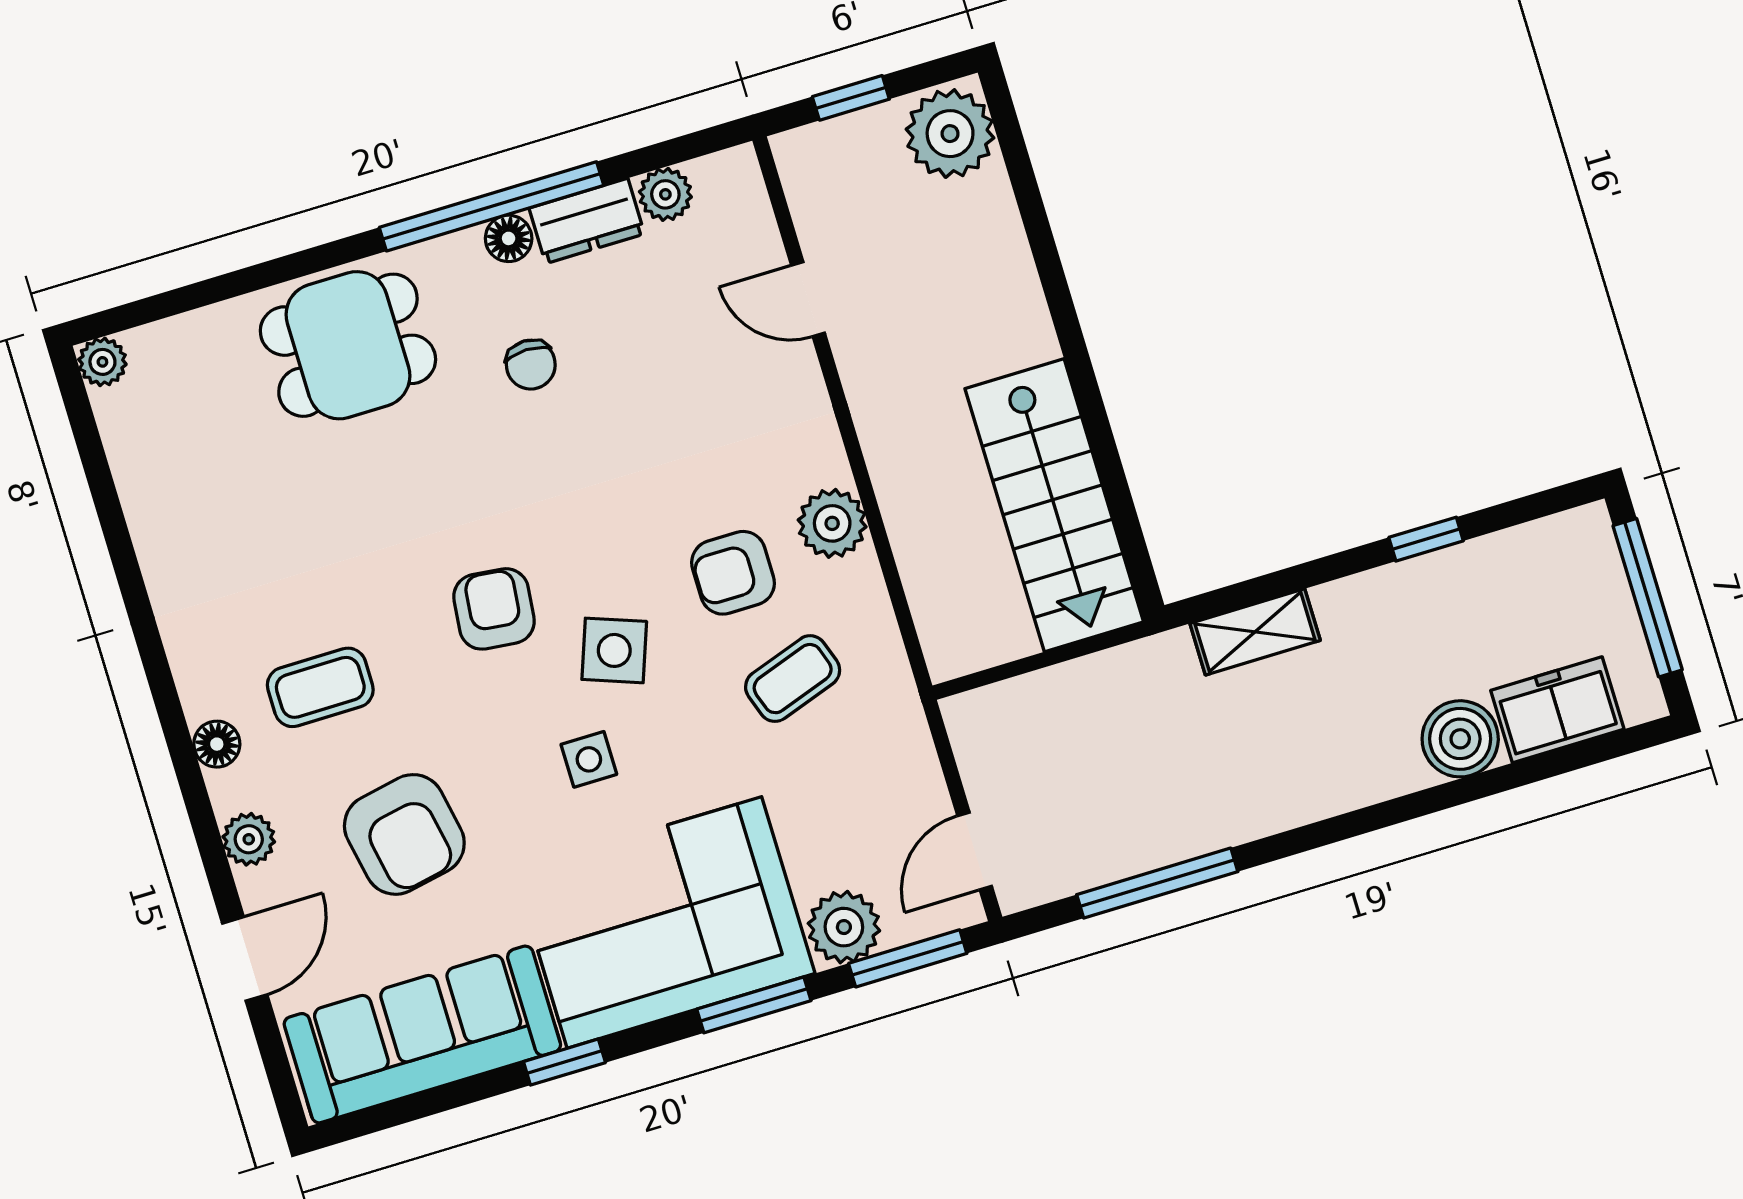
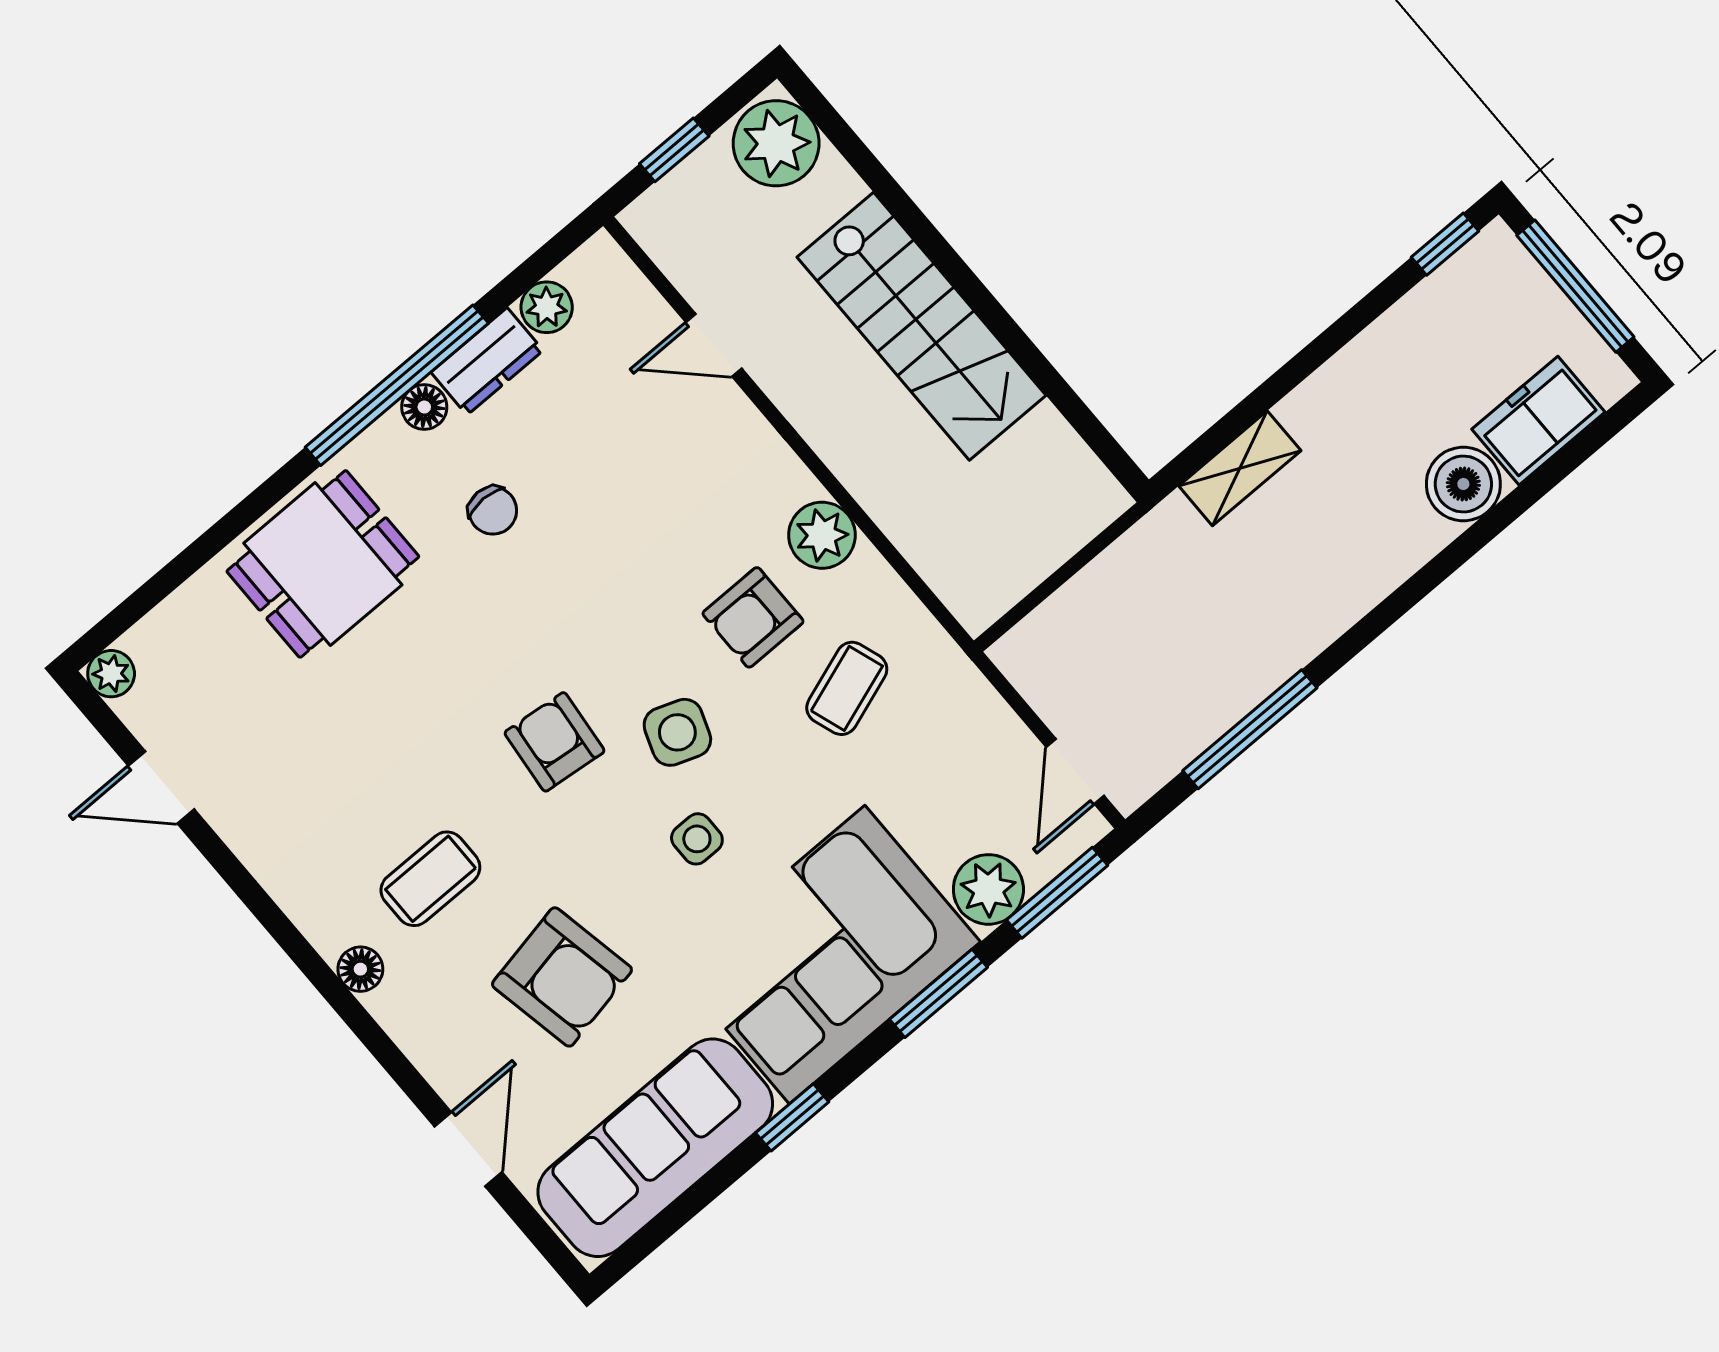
door: (103, 490) -> (161, 787), added
stairs: (1054, 505) -> (922, 326), moved
window: (1426, 539) -> (1445, 244), moved
plant: (249, 839) -> (426, 1041), removed

